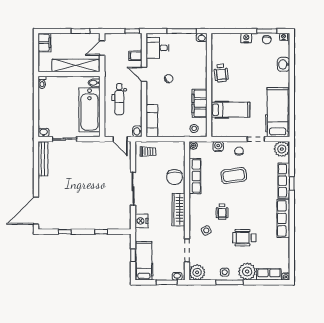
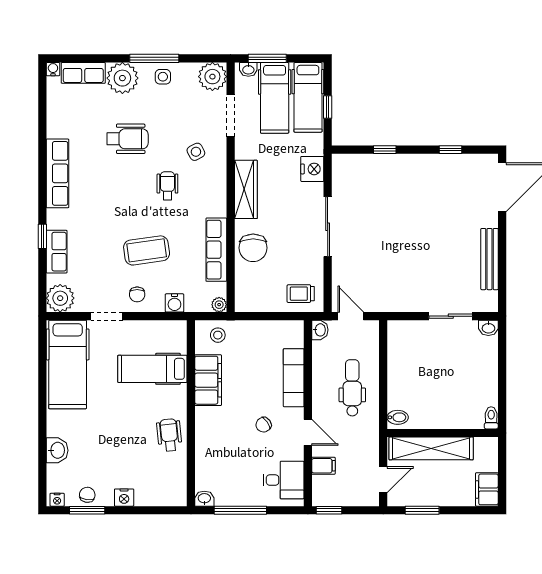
bathtub: (89, 110) -> (406, 369), removed
exam couch: (152, 121) -> (294, 378), moved
bench: (43, 159) -> (489, 259), moved
chair: (175, 177) -> (253, 248), turned 180
row of seats: (284, 181) -> (57, 252), width x0.68
hospital bed: (163, 260) -> (275, 98), added

